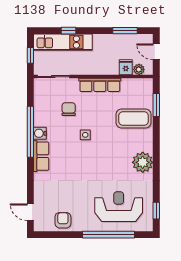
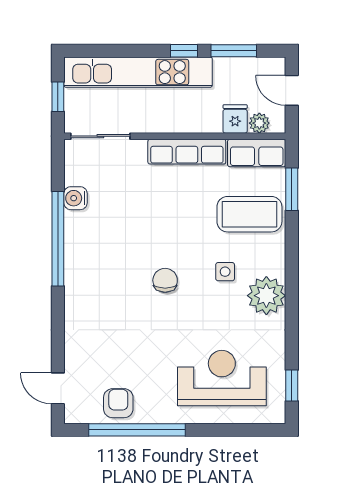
window: (69, 31) -> (184, 51), moved
kitchen unit: (63, 42) -> (138, 72), width x1.36
chair: (69, 109) -> (165, 280), moved
water cooler: (40, 133) -> (76, 198), moved
side table: (85, 135) -> (225, 272), moved
row of seats: (41, 156) -> (257, 153), moved, turned 90
window: (109, 235) -> (137, 430), moved

